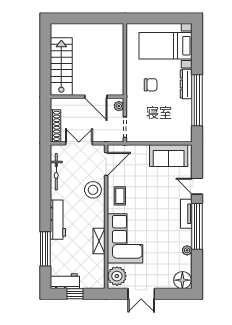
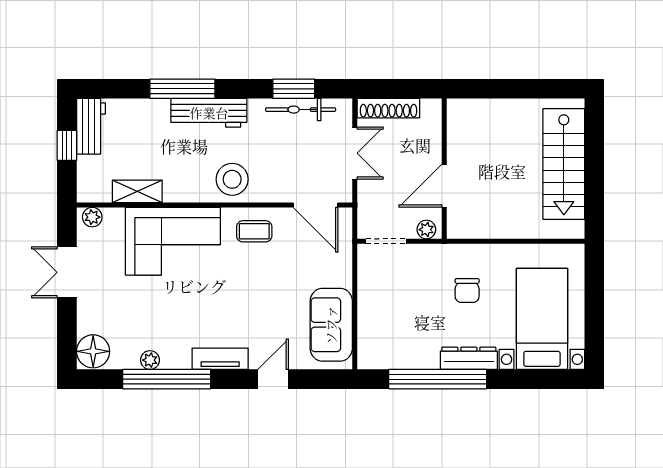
stairs: (61, 67) -> (564, 164), moved, turned 90
window: (45, 175) -> (294, 89), added
stool: (93, 190) -> (232, 179), moved
window: (197, 226) -> (167, 379), moved
shelving: (99, 241) -> (137, 191), moved
window: (45, 249) -> (182, 89), moved
plant: (117, 276) -> (92, 217), width x0.53, depth x0.53

